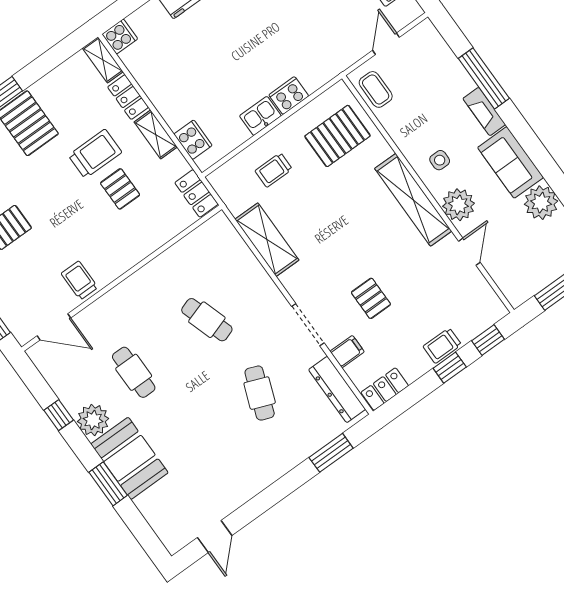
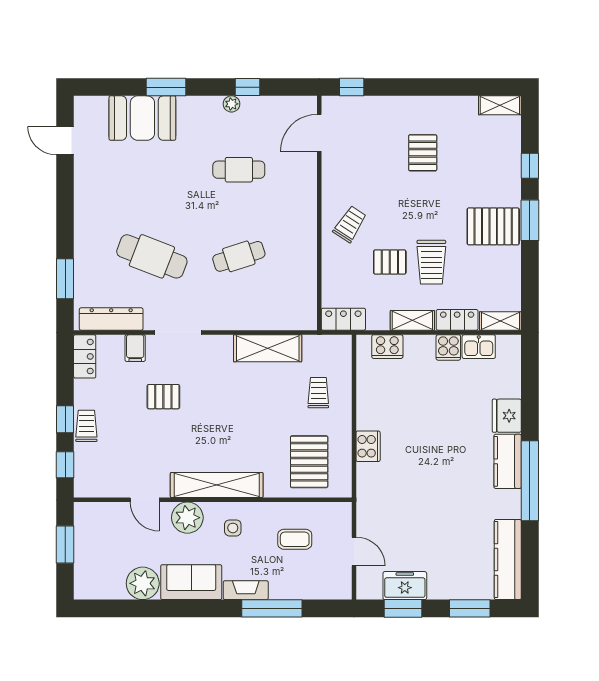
cooker: (120, 36) -> (448, 347), moved
coffee table: (376, 89) -> (295, 539), moved
kitchen sink: (260, 116) -> (479, 347), moved, turned 90
trolley: (79, 280) -> (350, 224), moved, turned -57
cafe table: (260, 393) -> (152, 256), width x1.37, depth x1.35
plant: (93, 420) -> (232, 104), width x0.53, depth x0.53
booth: (129, 458) -> (142, 118), moved

